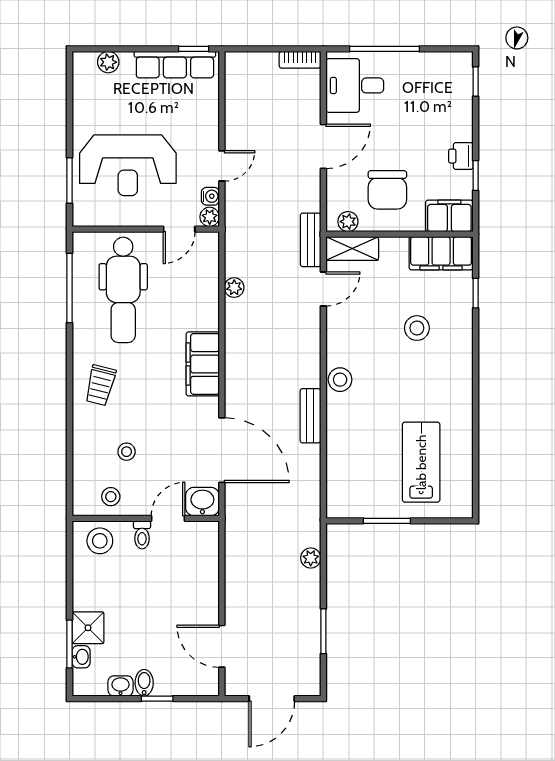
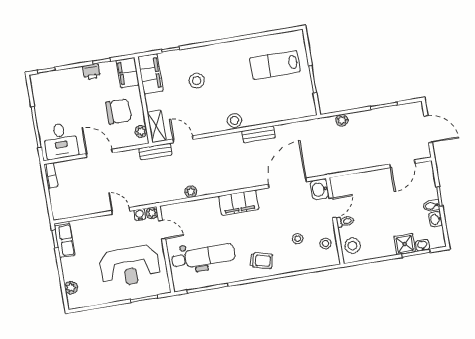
row of seats: (175, 65) -> (65, 241), width x0.68
reception desk: (128, 165) -> (130, 266), turned 90
door: (168, 518) -> (333, 208), swing flipped

